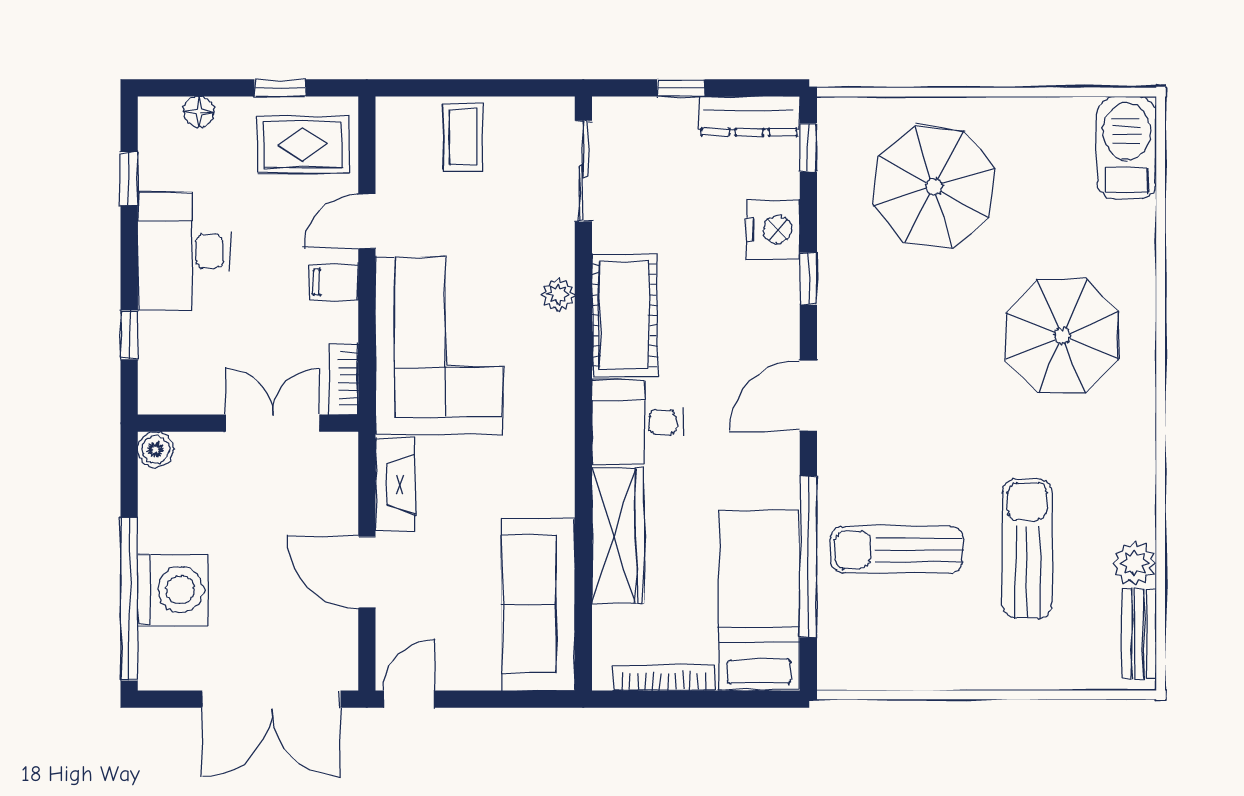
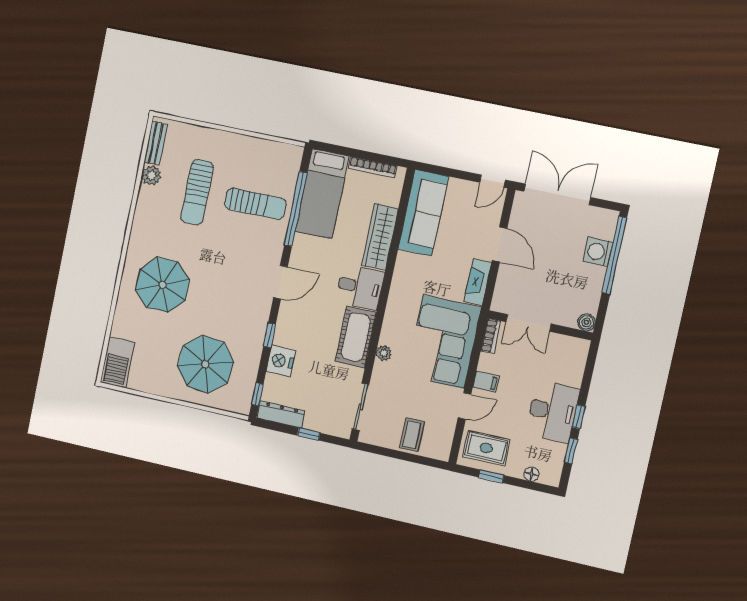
window: (129, 335) -> (578, 417), moved
washing machine: (173, 590) -> (598, 252), width x0.73, depth x0.73

